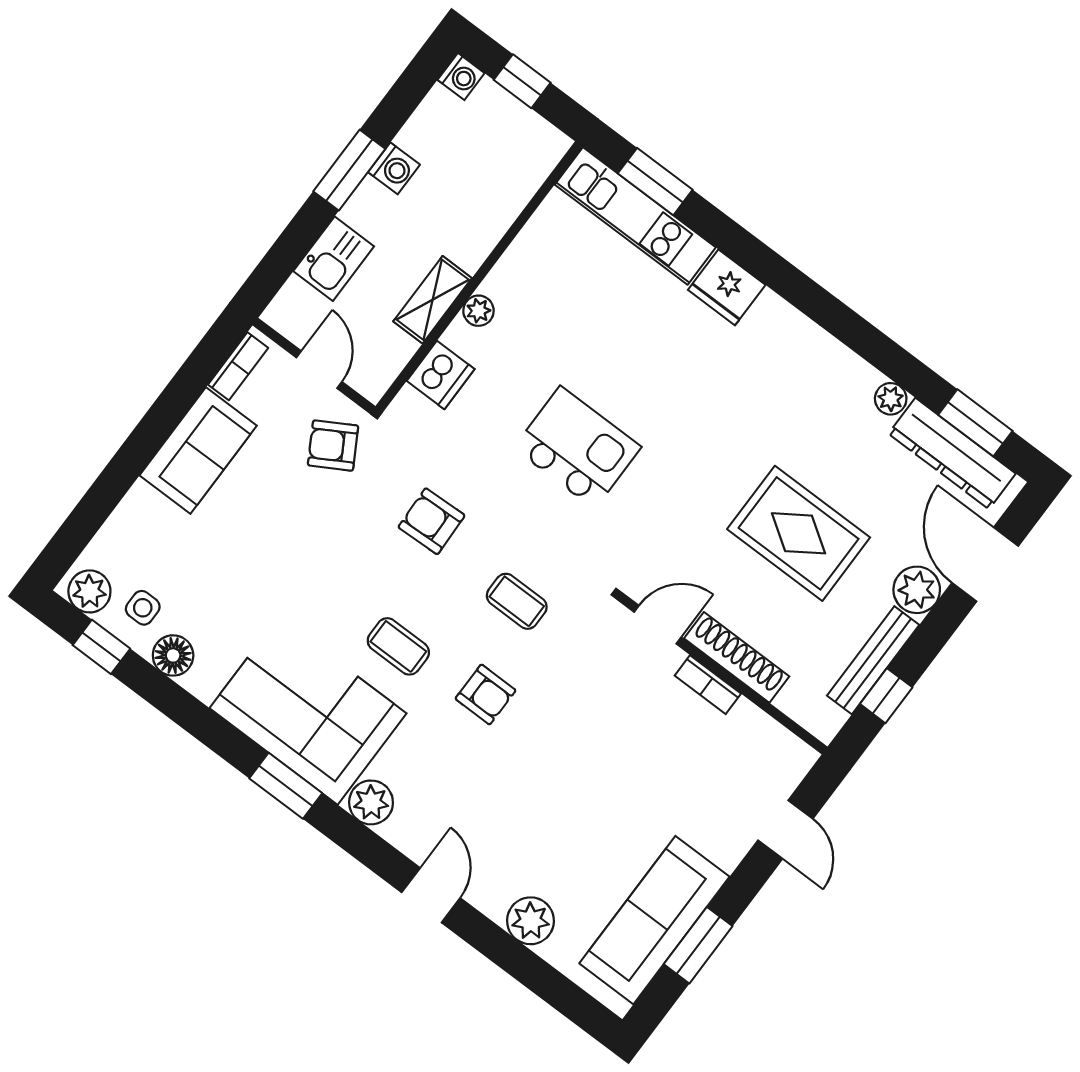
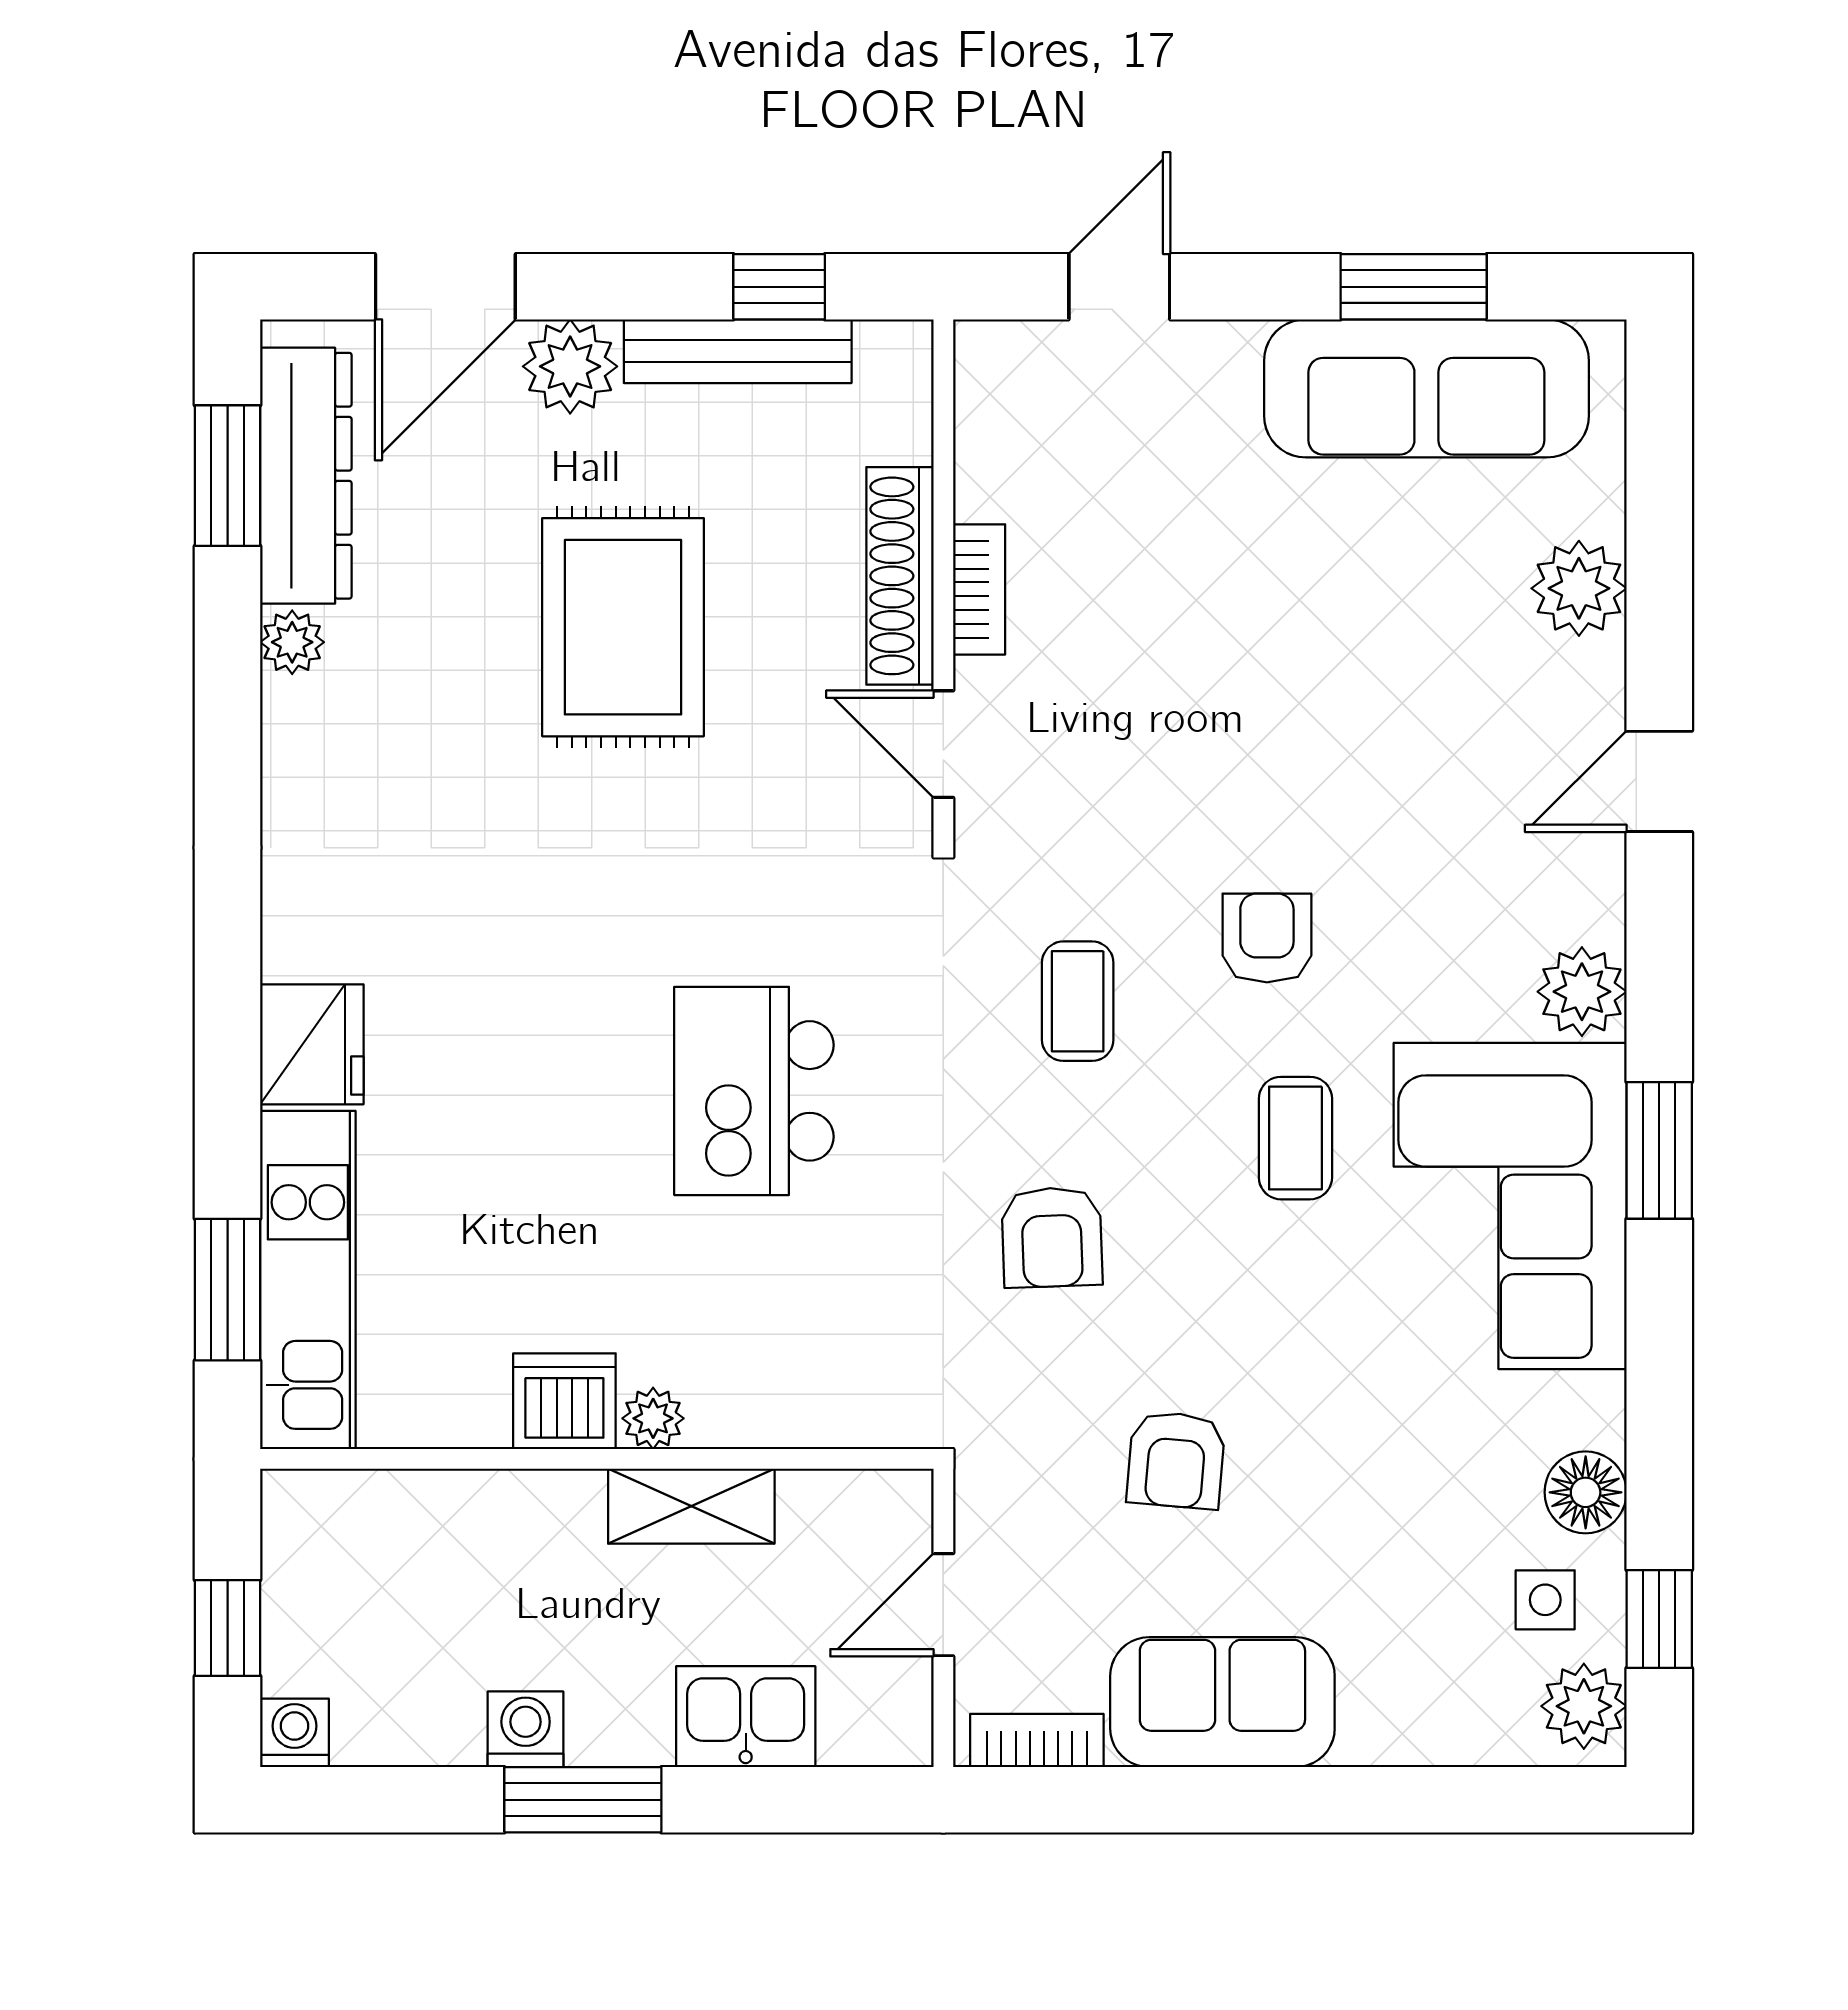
dishwasher: (441, 375) -> (564, 1401), moved
armchair: (333, 445) -> (1176, 1460), moved, turned 35

